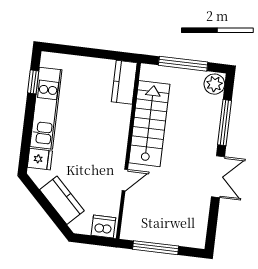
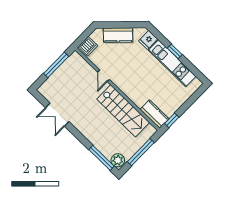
window: (116, 56) -> (172, 120), added
window: (33, 82) -> (175, 51), moved
window: (225, 123) -> (102, 158), moved
double door: (218, 177) -> (57, 115), moved

